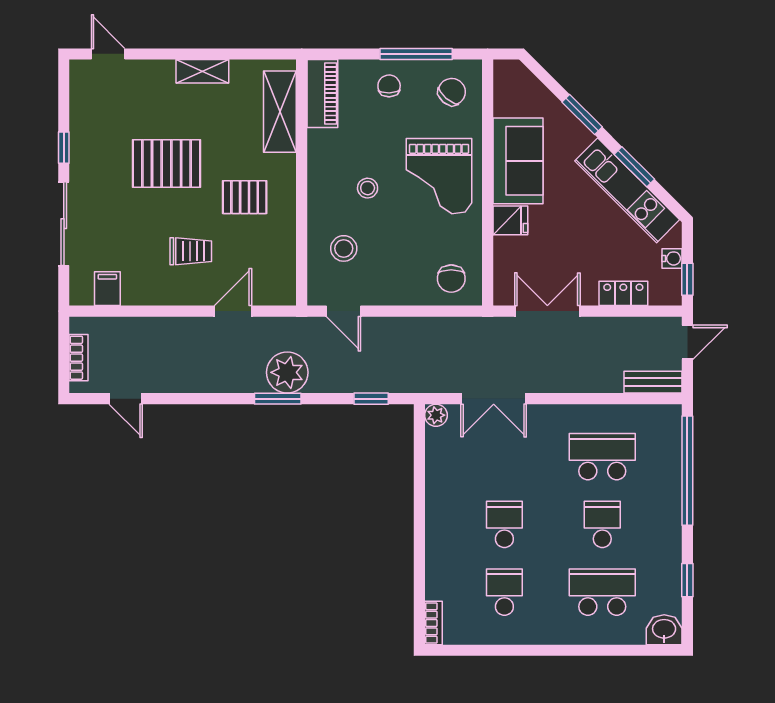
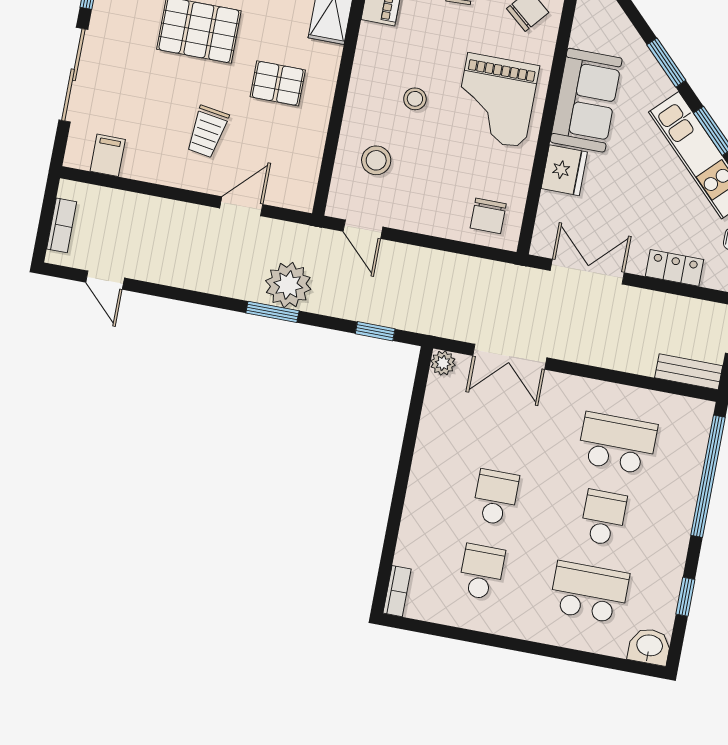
fridge: (510, 220) -> (564, 170), width x1.38
trolley: (191, 251) -> (207, 132), turned 99

